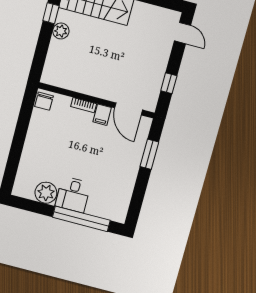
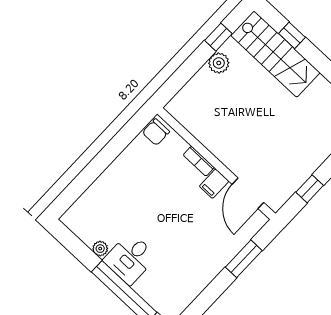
plant: (46, 193) -> (100, 249), width x0.53, depth x0.53

